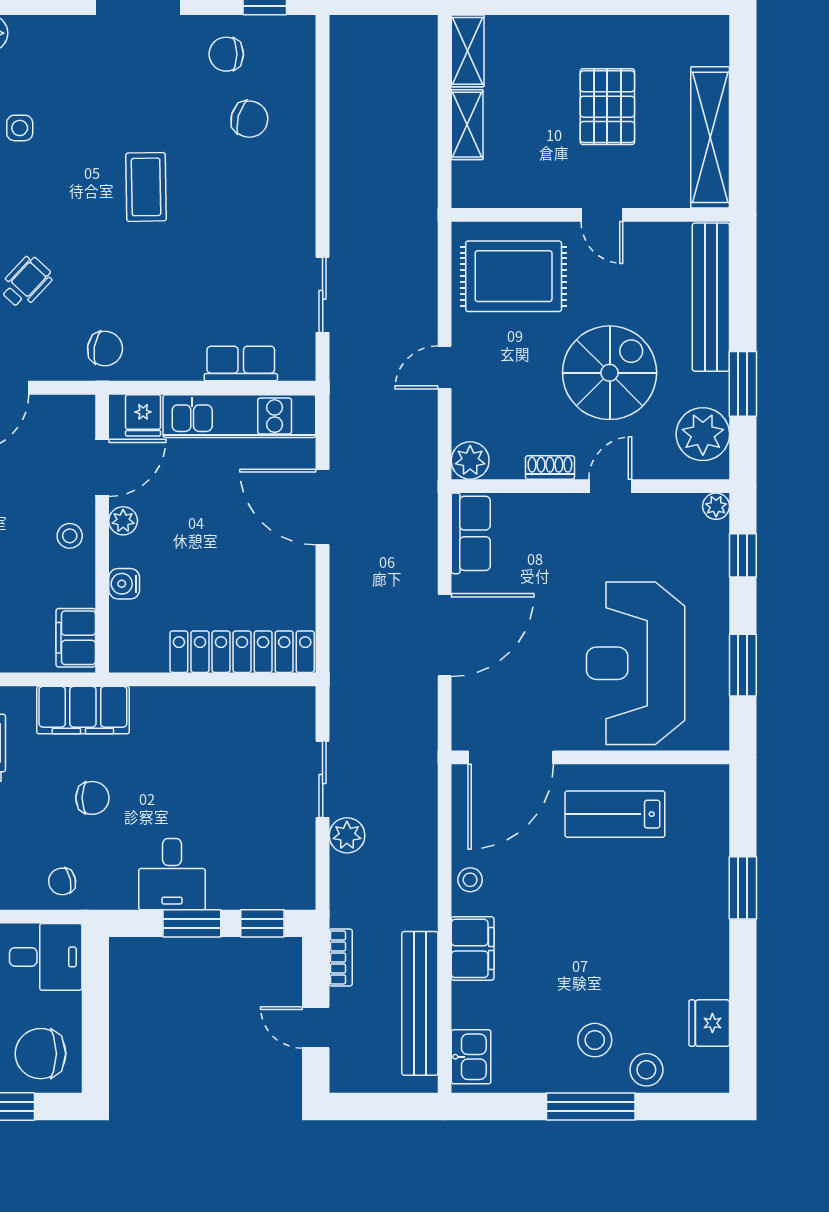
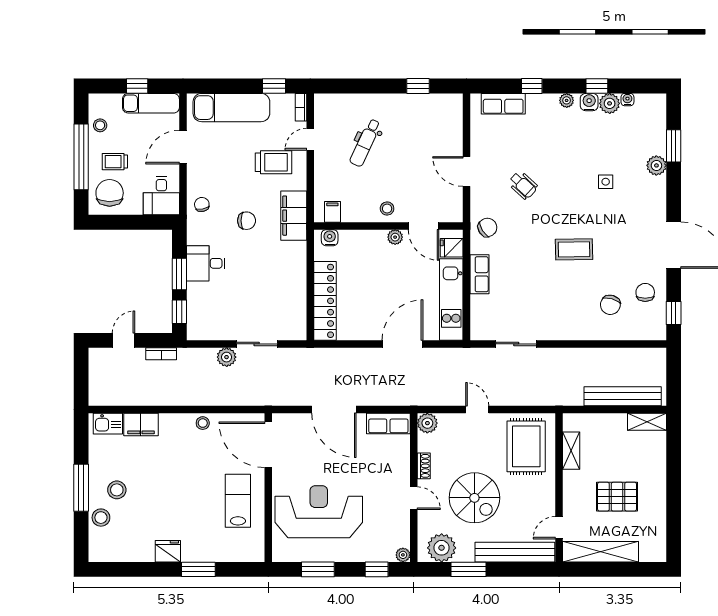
shelving: (467, 125) -> (571, 451), moved, turned 90
door: (602, 215) -> (559, 528), moved
chair: (105, 349) -> (487, 227), turned -131
row of seats: (241, 363) -> (479, 274), moved
water cooler: (124, 584) -> (330, 238), moved
filing cabinet: (76, 638) -> (332, 212), width x0.50
chair: (92, 798) -> (247, 221), turned -90
filing cabinet: (473, 948) -> (141, 424), moved
bench: (420, 1003) -> (623, 396), moved
fridge: (709, 1023) -> (168, 551), moved

